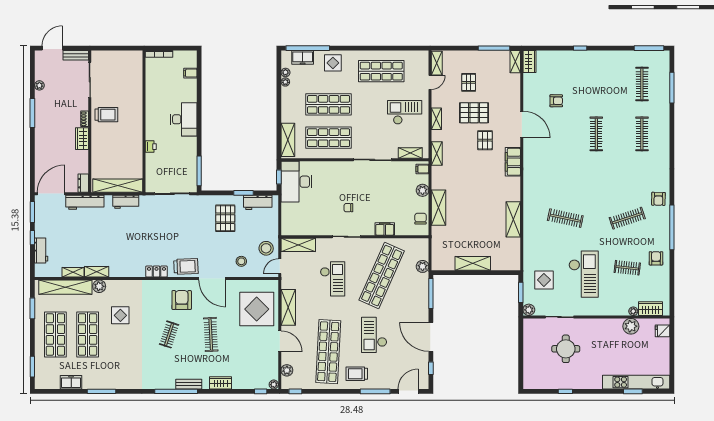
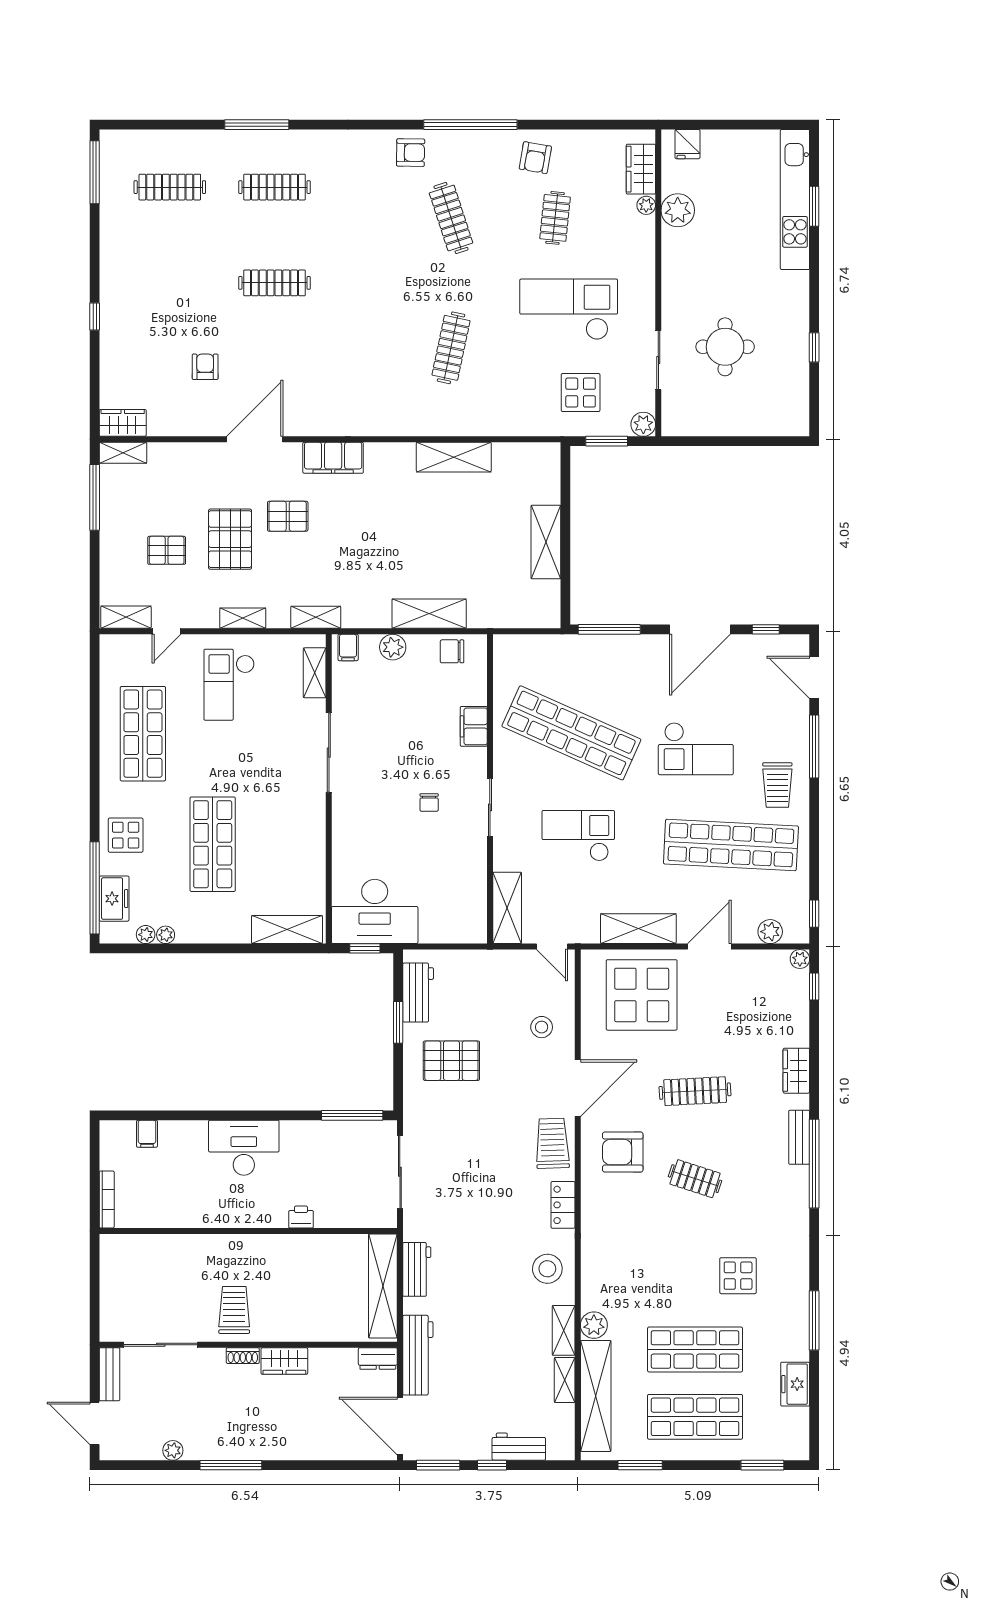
door: (430, 82) -> (166, 631), swing flipped
window: (672, 88) -> (257, 125), moved
shop shelf: (329, 138) -> (282, 844), removed
stool: (266, 248) -> (547, 1269), moved
armchair: (656, 258) -> (535, 158), turned -80
plant: (423, 266) -> (552, 647), removed
display table: (120, 315) -> (738, 1276), moved

